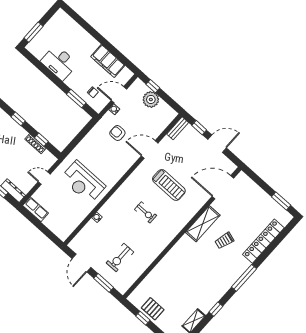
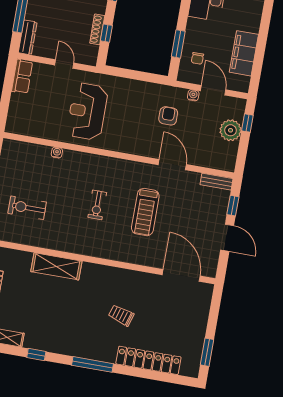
shelving: (203, 224) -> (56, 266), moved

